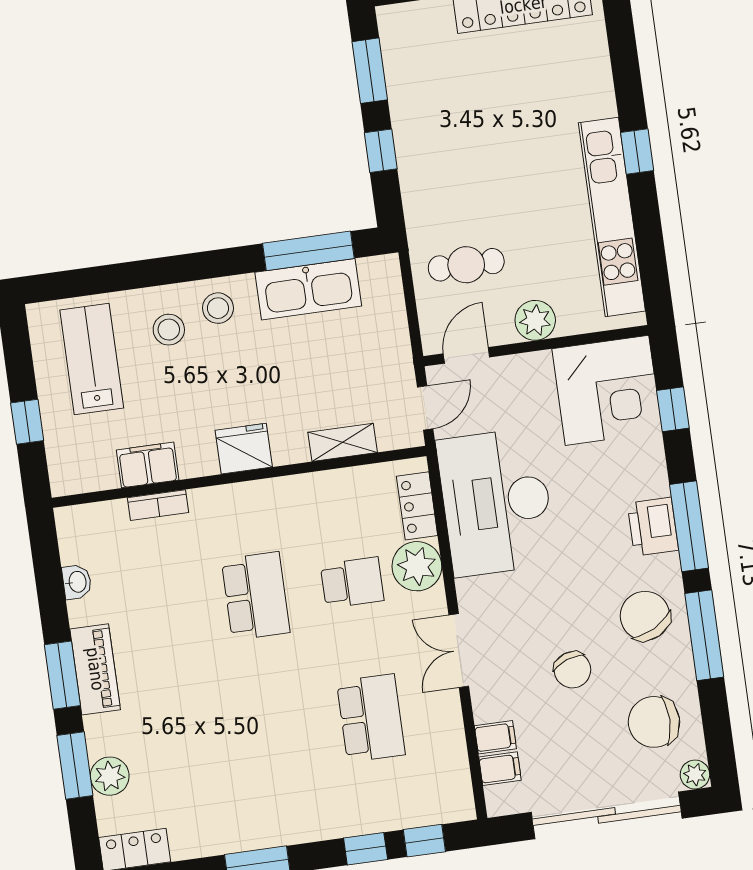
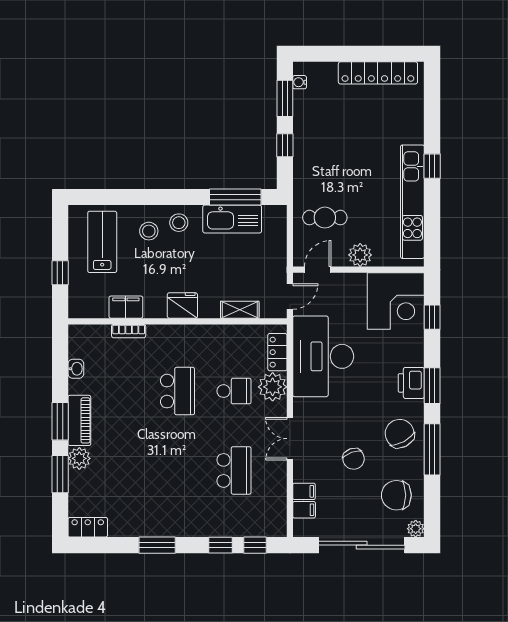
water cooler: (391, 40) -> (300, 82), added
window: (689, 526) -> (432, 386), width x0.69
plant: (110, 776) -> (79, 458), moved

